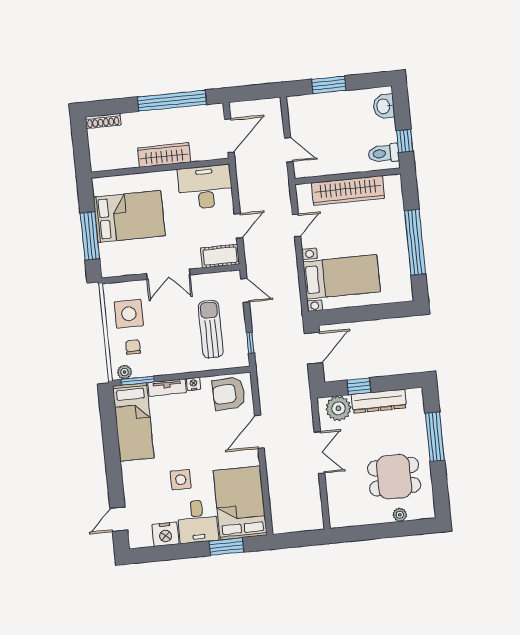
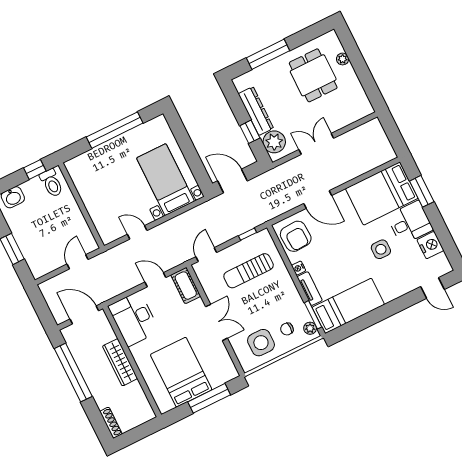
wardrobe: (348, 191) -> (93, 201), removed

